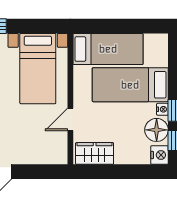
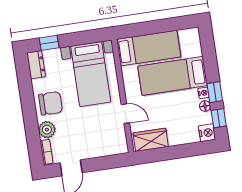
door: (70, 119) -> (125, 114), swing flipped
floor lamp: (157, 130) -> (205, 106), width x0.53, depth x0.53

